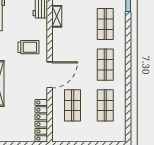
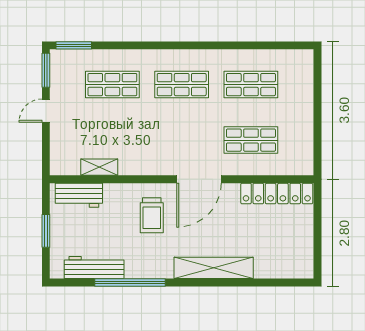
trolley: (28, 47) -> (152, 215), turned 180
door: (50, 75) -> (199, 179), swing flipped

